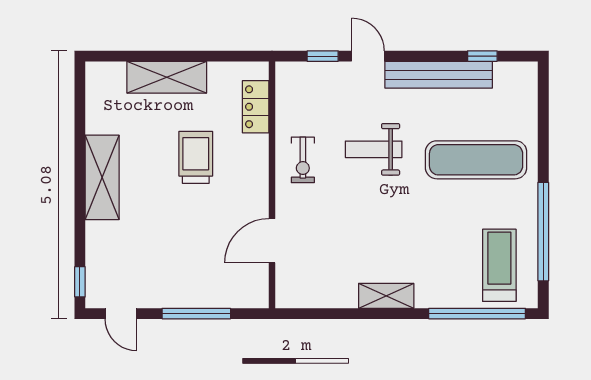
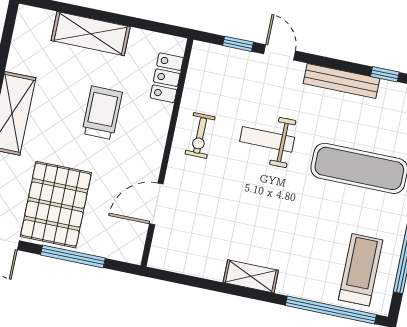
bench: (439, 75) -> (342, 81), width x0.73, depth x0.82
pallet: (167, 263) -> (56, 205), added

